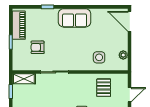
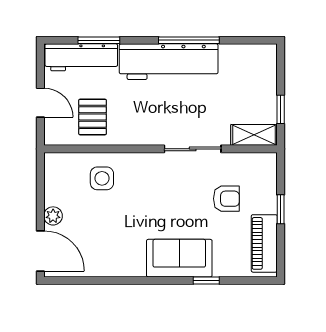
sofa: (75, 18) -> (179, 258), moved
plant: (123, 55) -> (53, 216), moved
door: (130, 95) -> (40, 103), swing flipped

